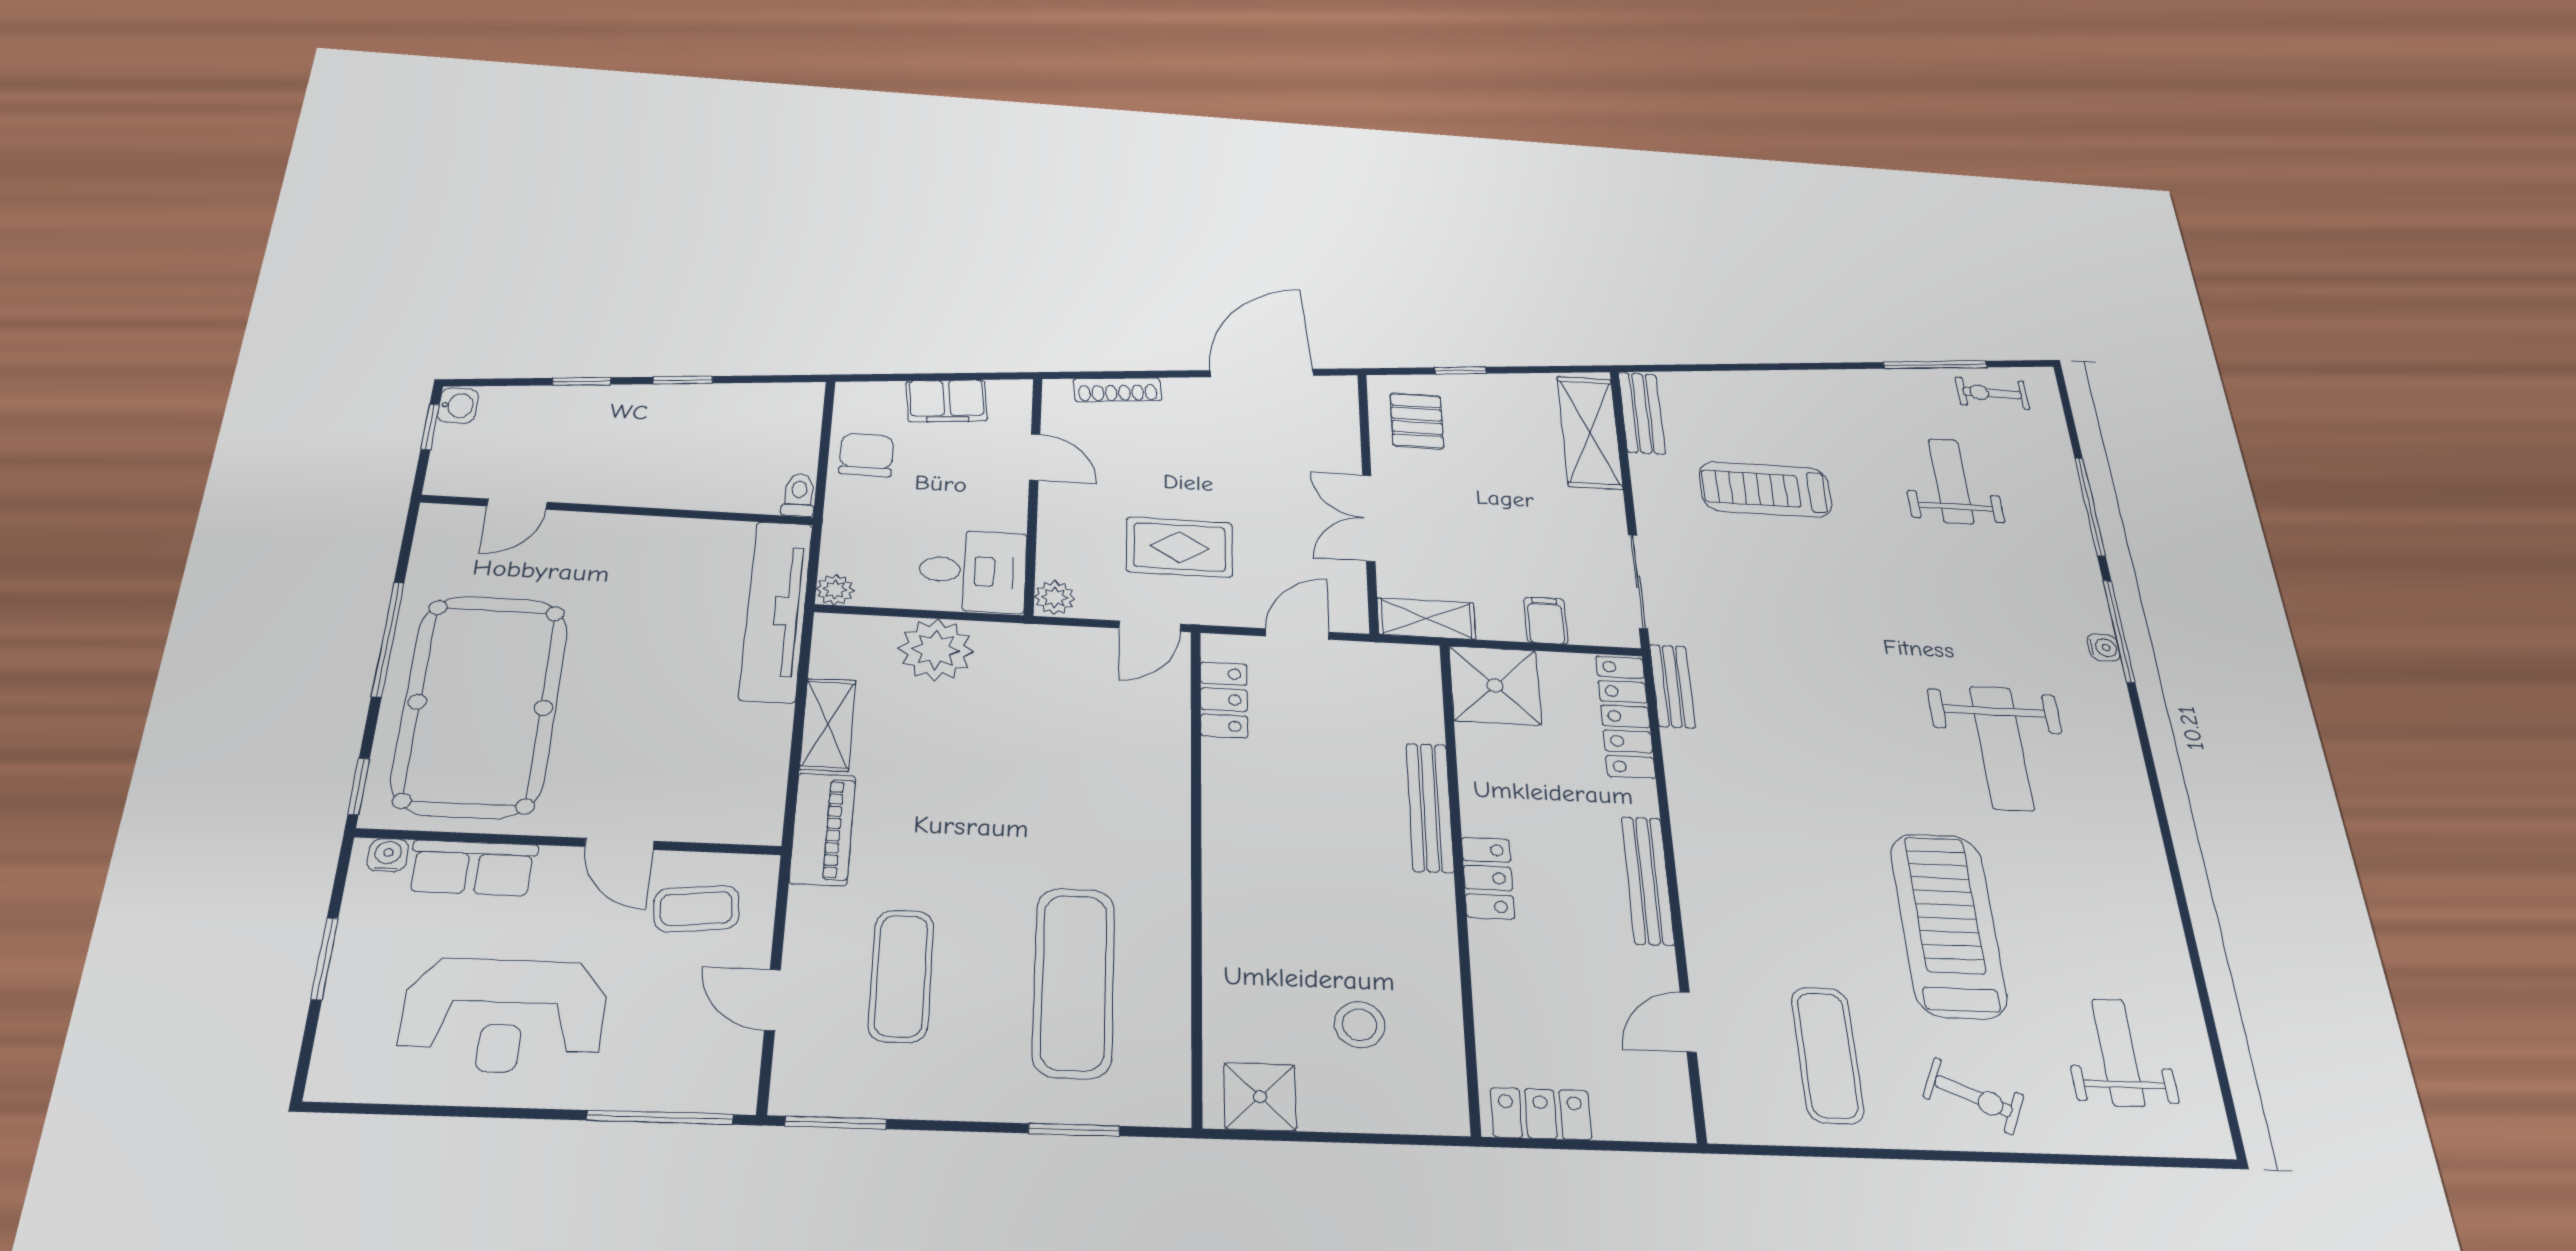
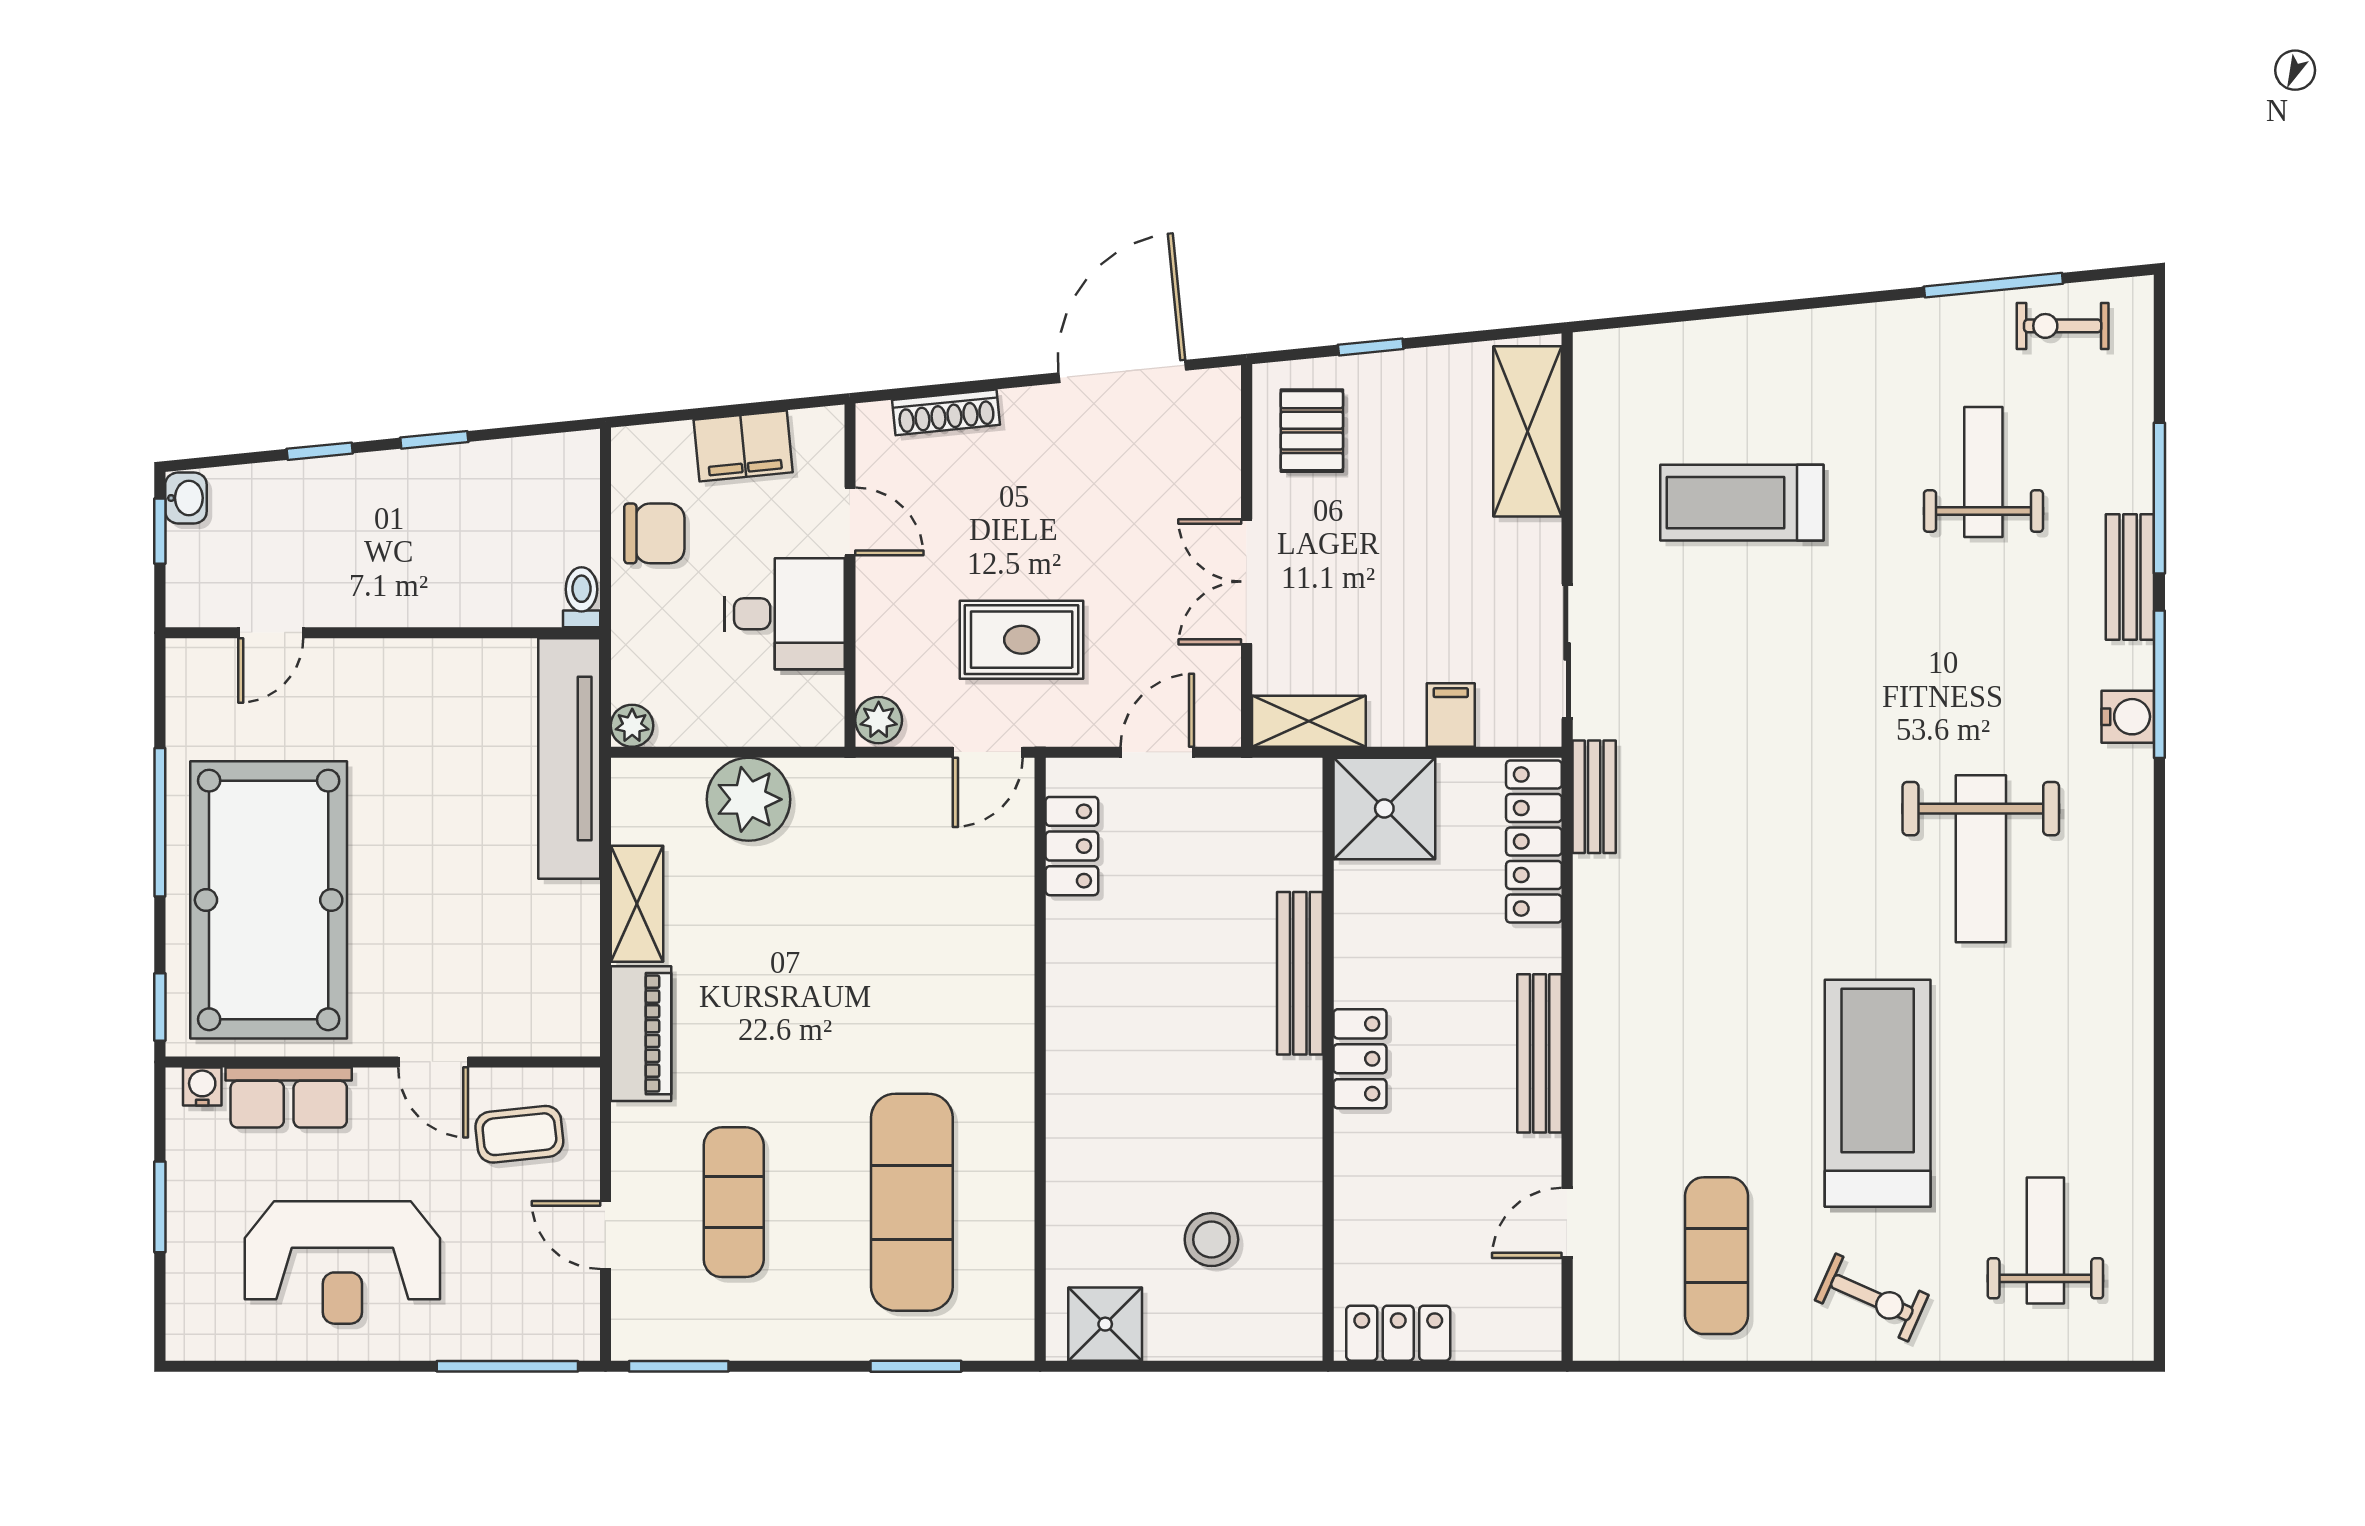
bench: (1642, 413) -> (2130, 577), moved
chair: (866, 455) -> (654, 533), turned 90
desk: (973, 571) -> (785, 614), moved
water cooler: (2104, 647) -> (2128, 717), width x1.38, depth x1.38

